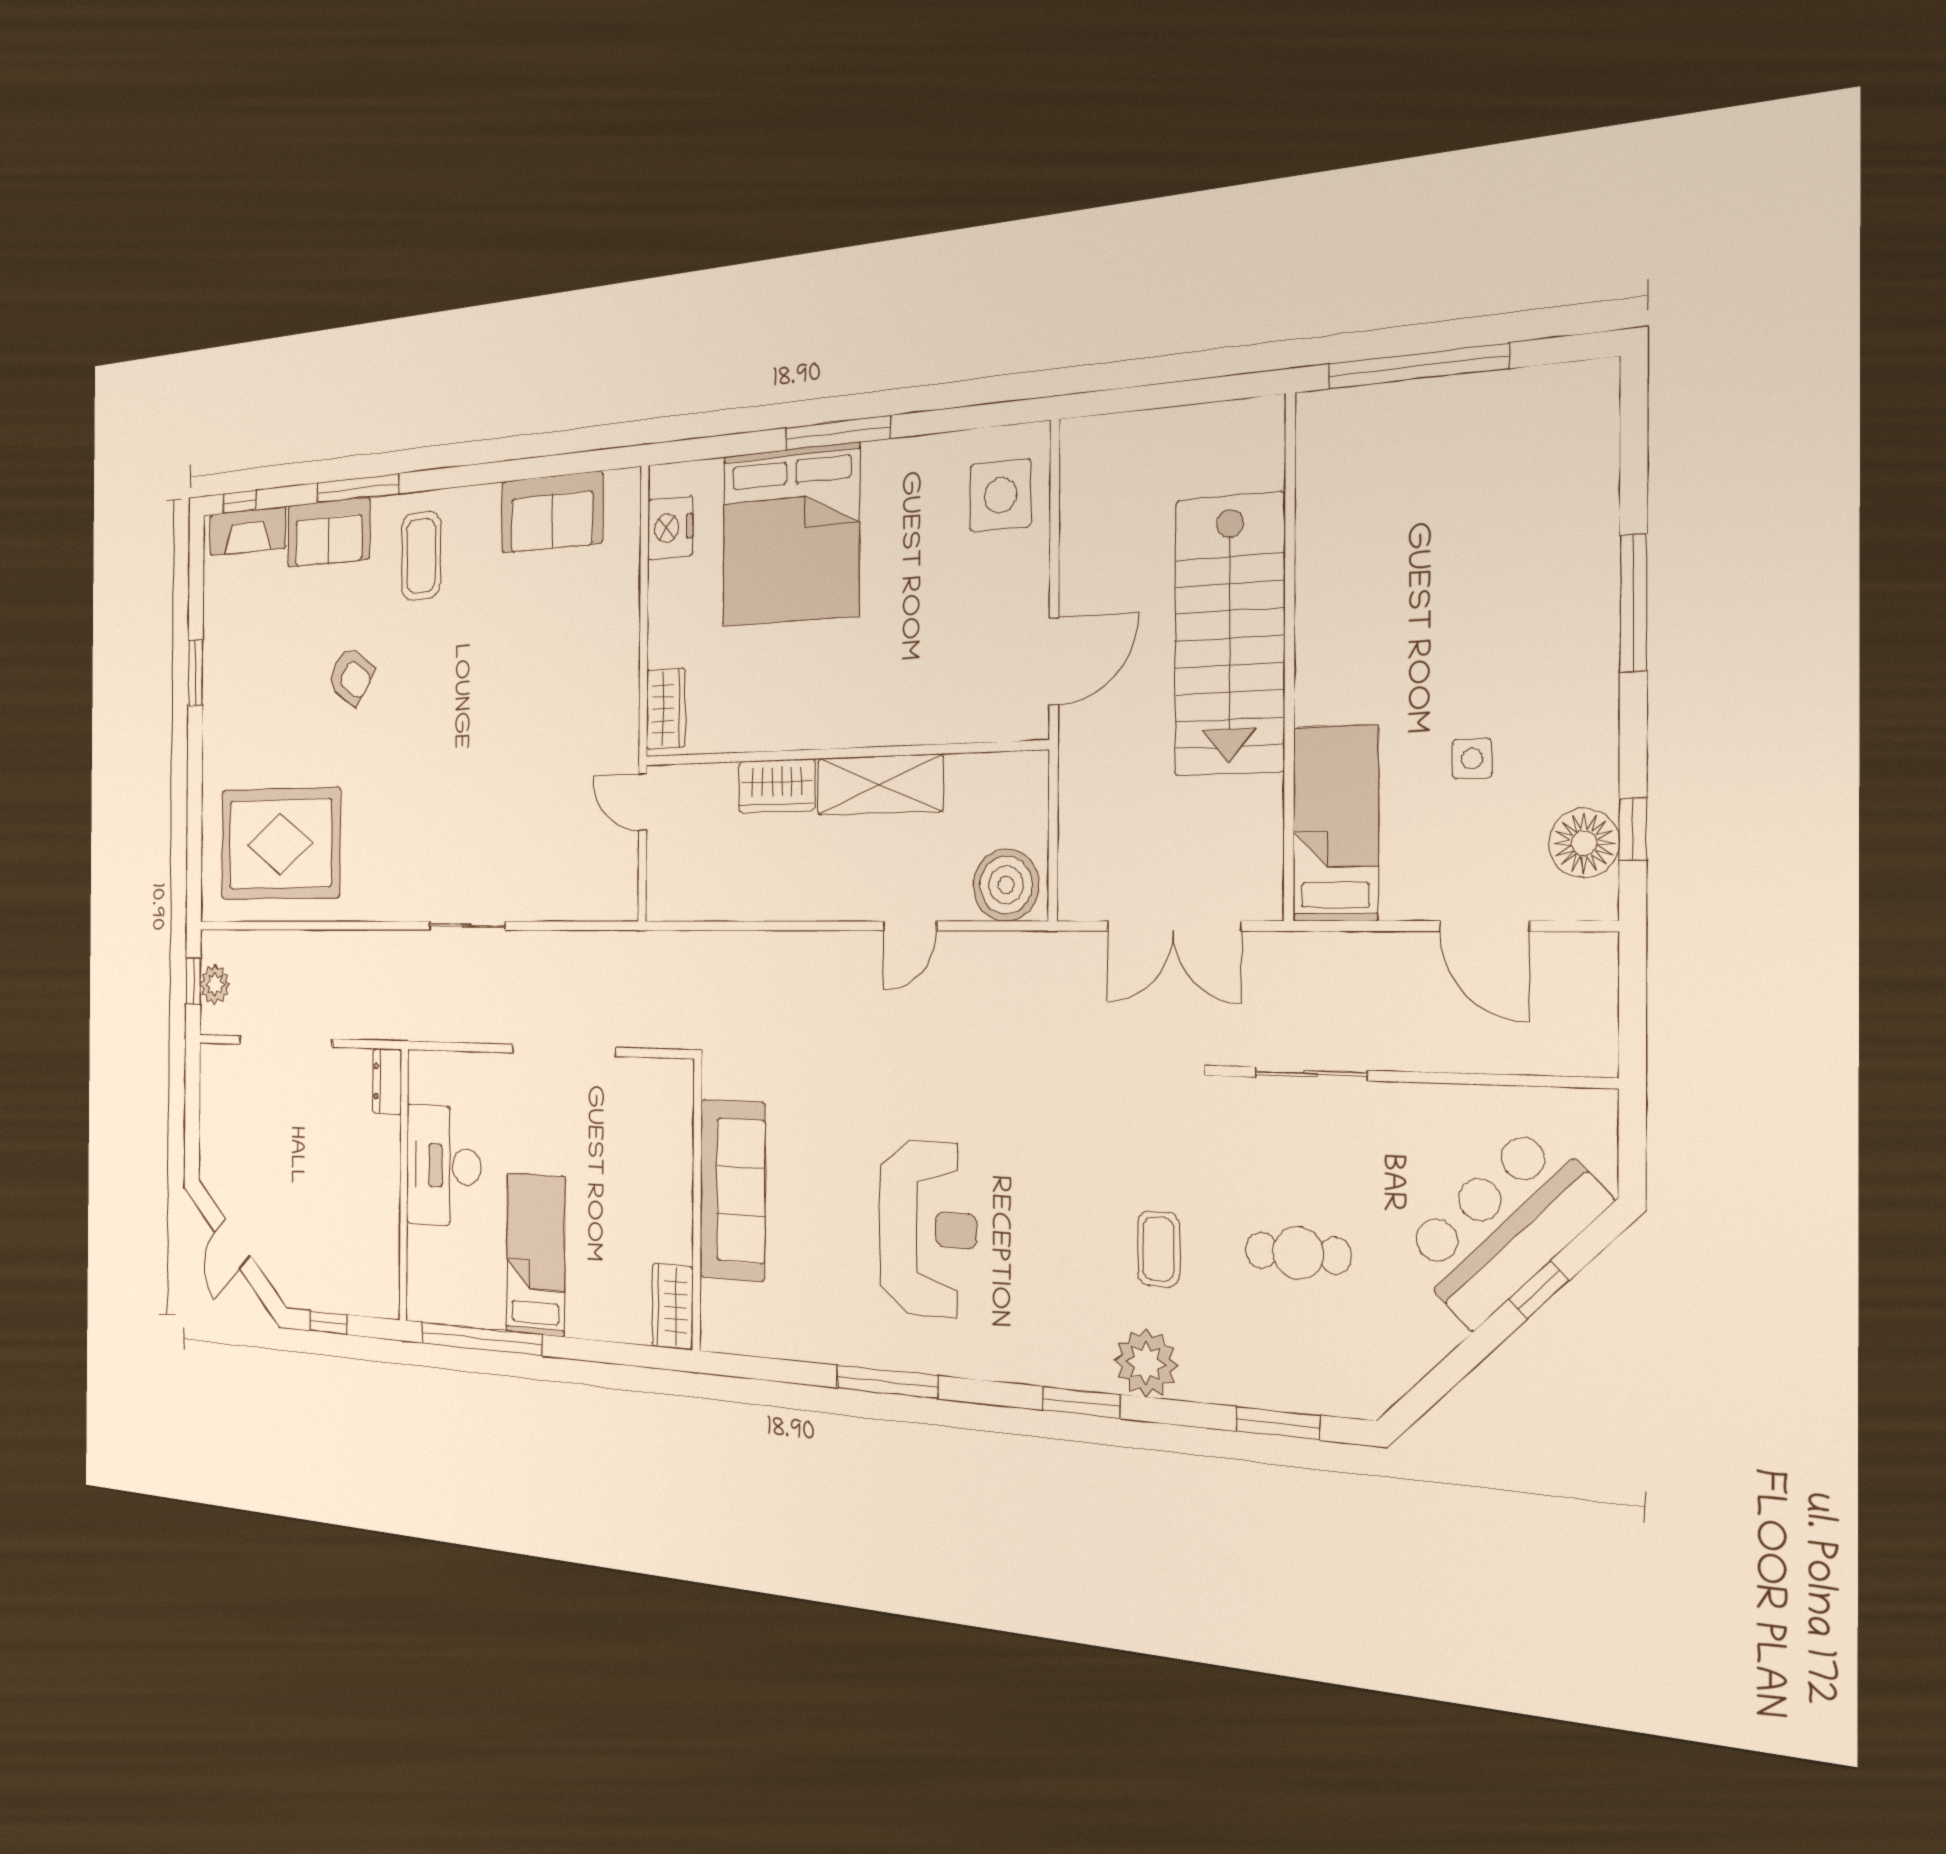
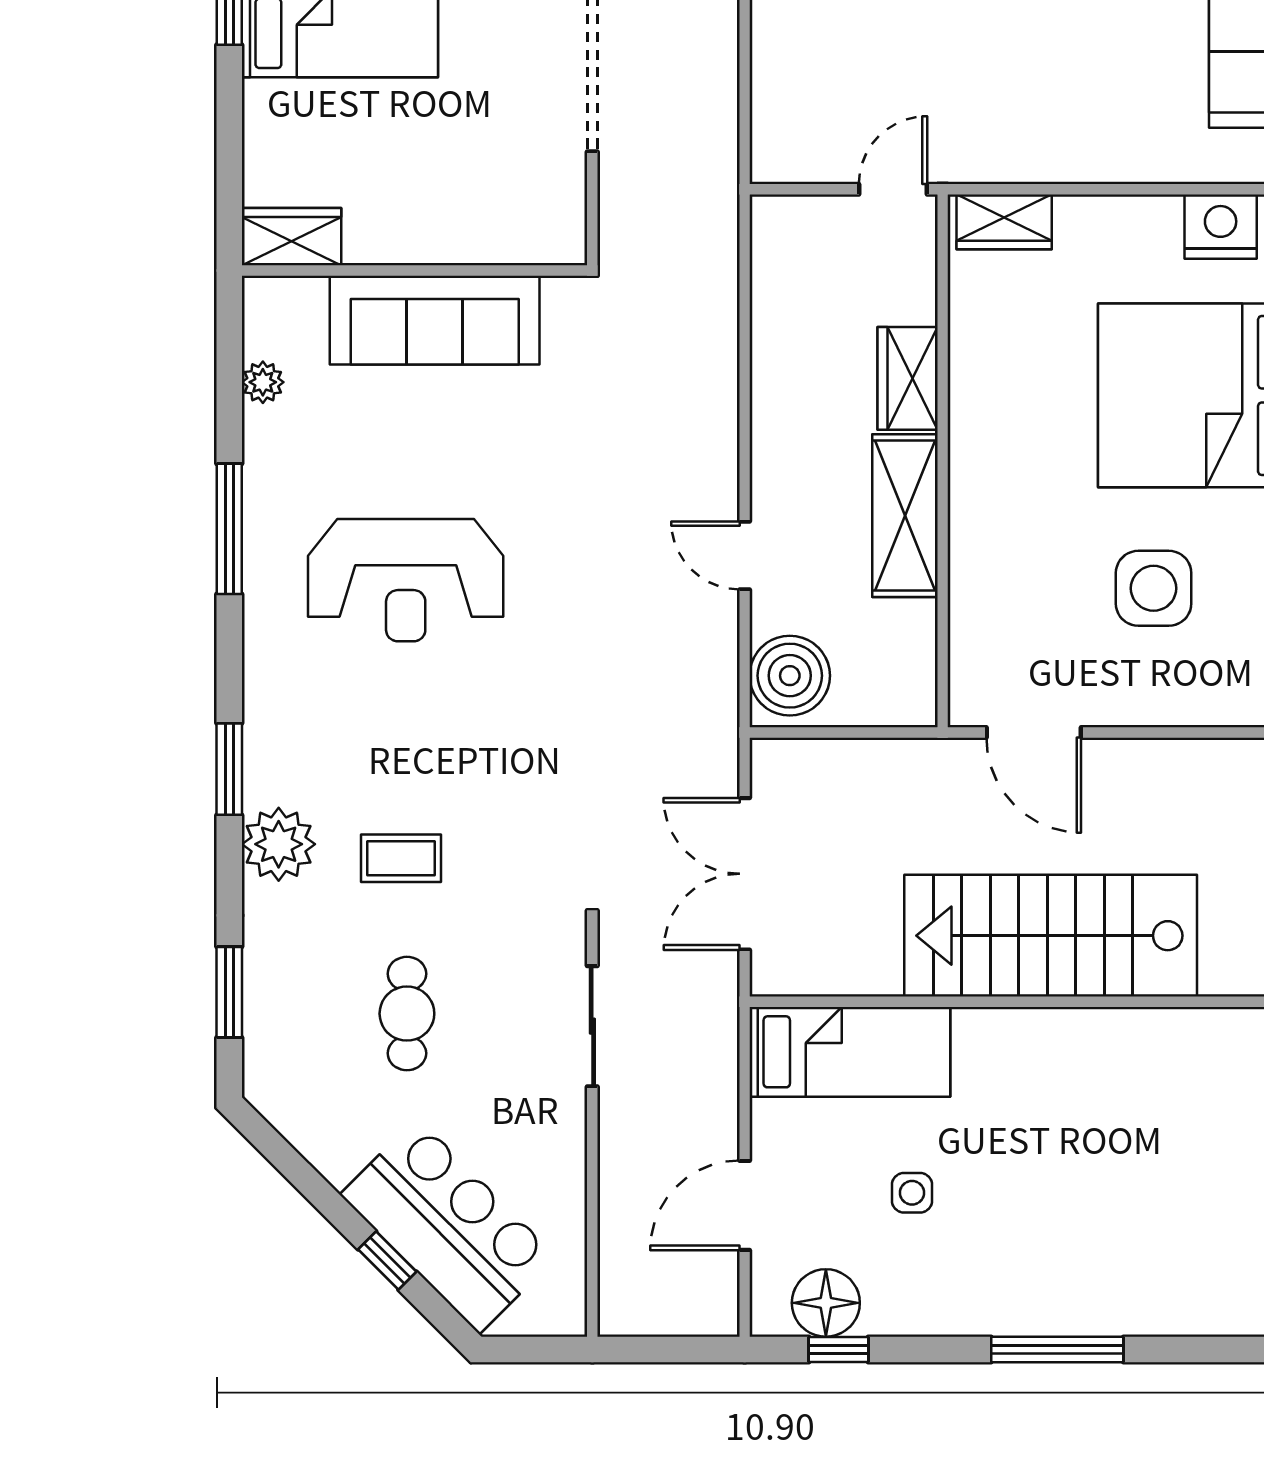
side table: (1000, 495) -> (1154, 588), moved
plant: (777, 1341) -> (263, 382), added

